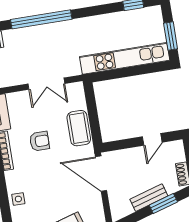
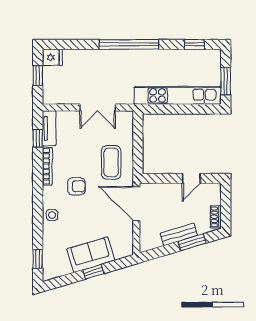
window: (41, 19) -> (129, 44), moved
coffee table: (79, 128) -> (111, 162), moved
armchair: (39, 141) -> (76, 186), moved

